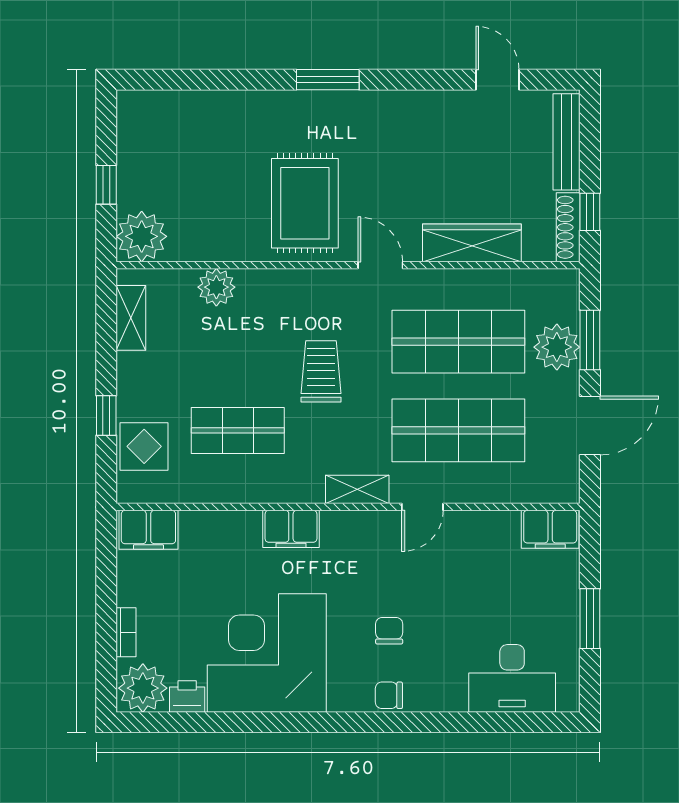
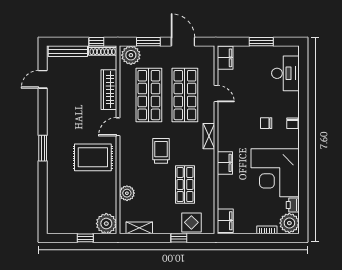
plant: (557, 347) -> (131, 55), moved
trolley: (321, 371) -> (161, 151), turned 90
door: (422, 507) -> (216, 94), moved

